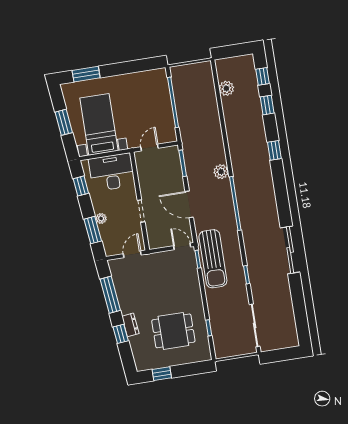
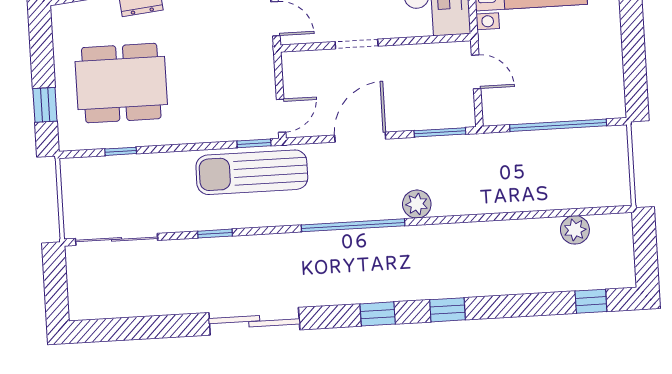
window: (267, 105) -> (378, 314), moved
dining table: (173, 331) -> (121, 83), width x1.38
window: (162, 374) -> (45, 105), moved

